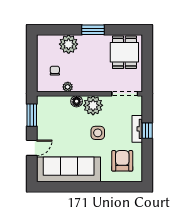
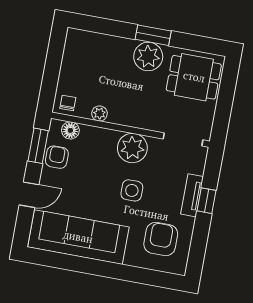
plant: (69, 44) -> (148, 56), moved
dining table: (124, 52) -> (194, 77), turned 90
chair: (55, 71) -> (68, 103), moved
floor lamp: (77, 101) -> (70, 130), moved
armchair: (45, 120) -> (57, 157), added

